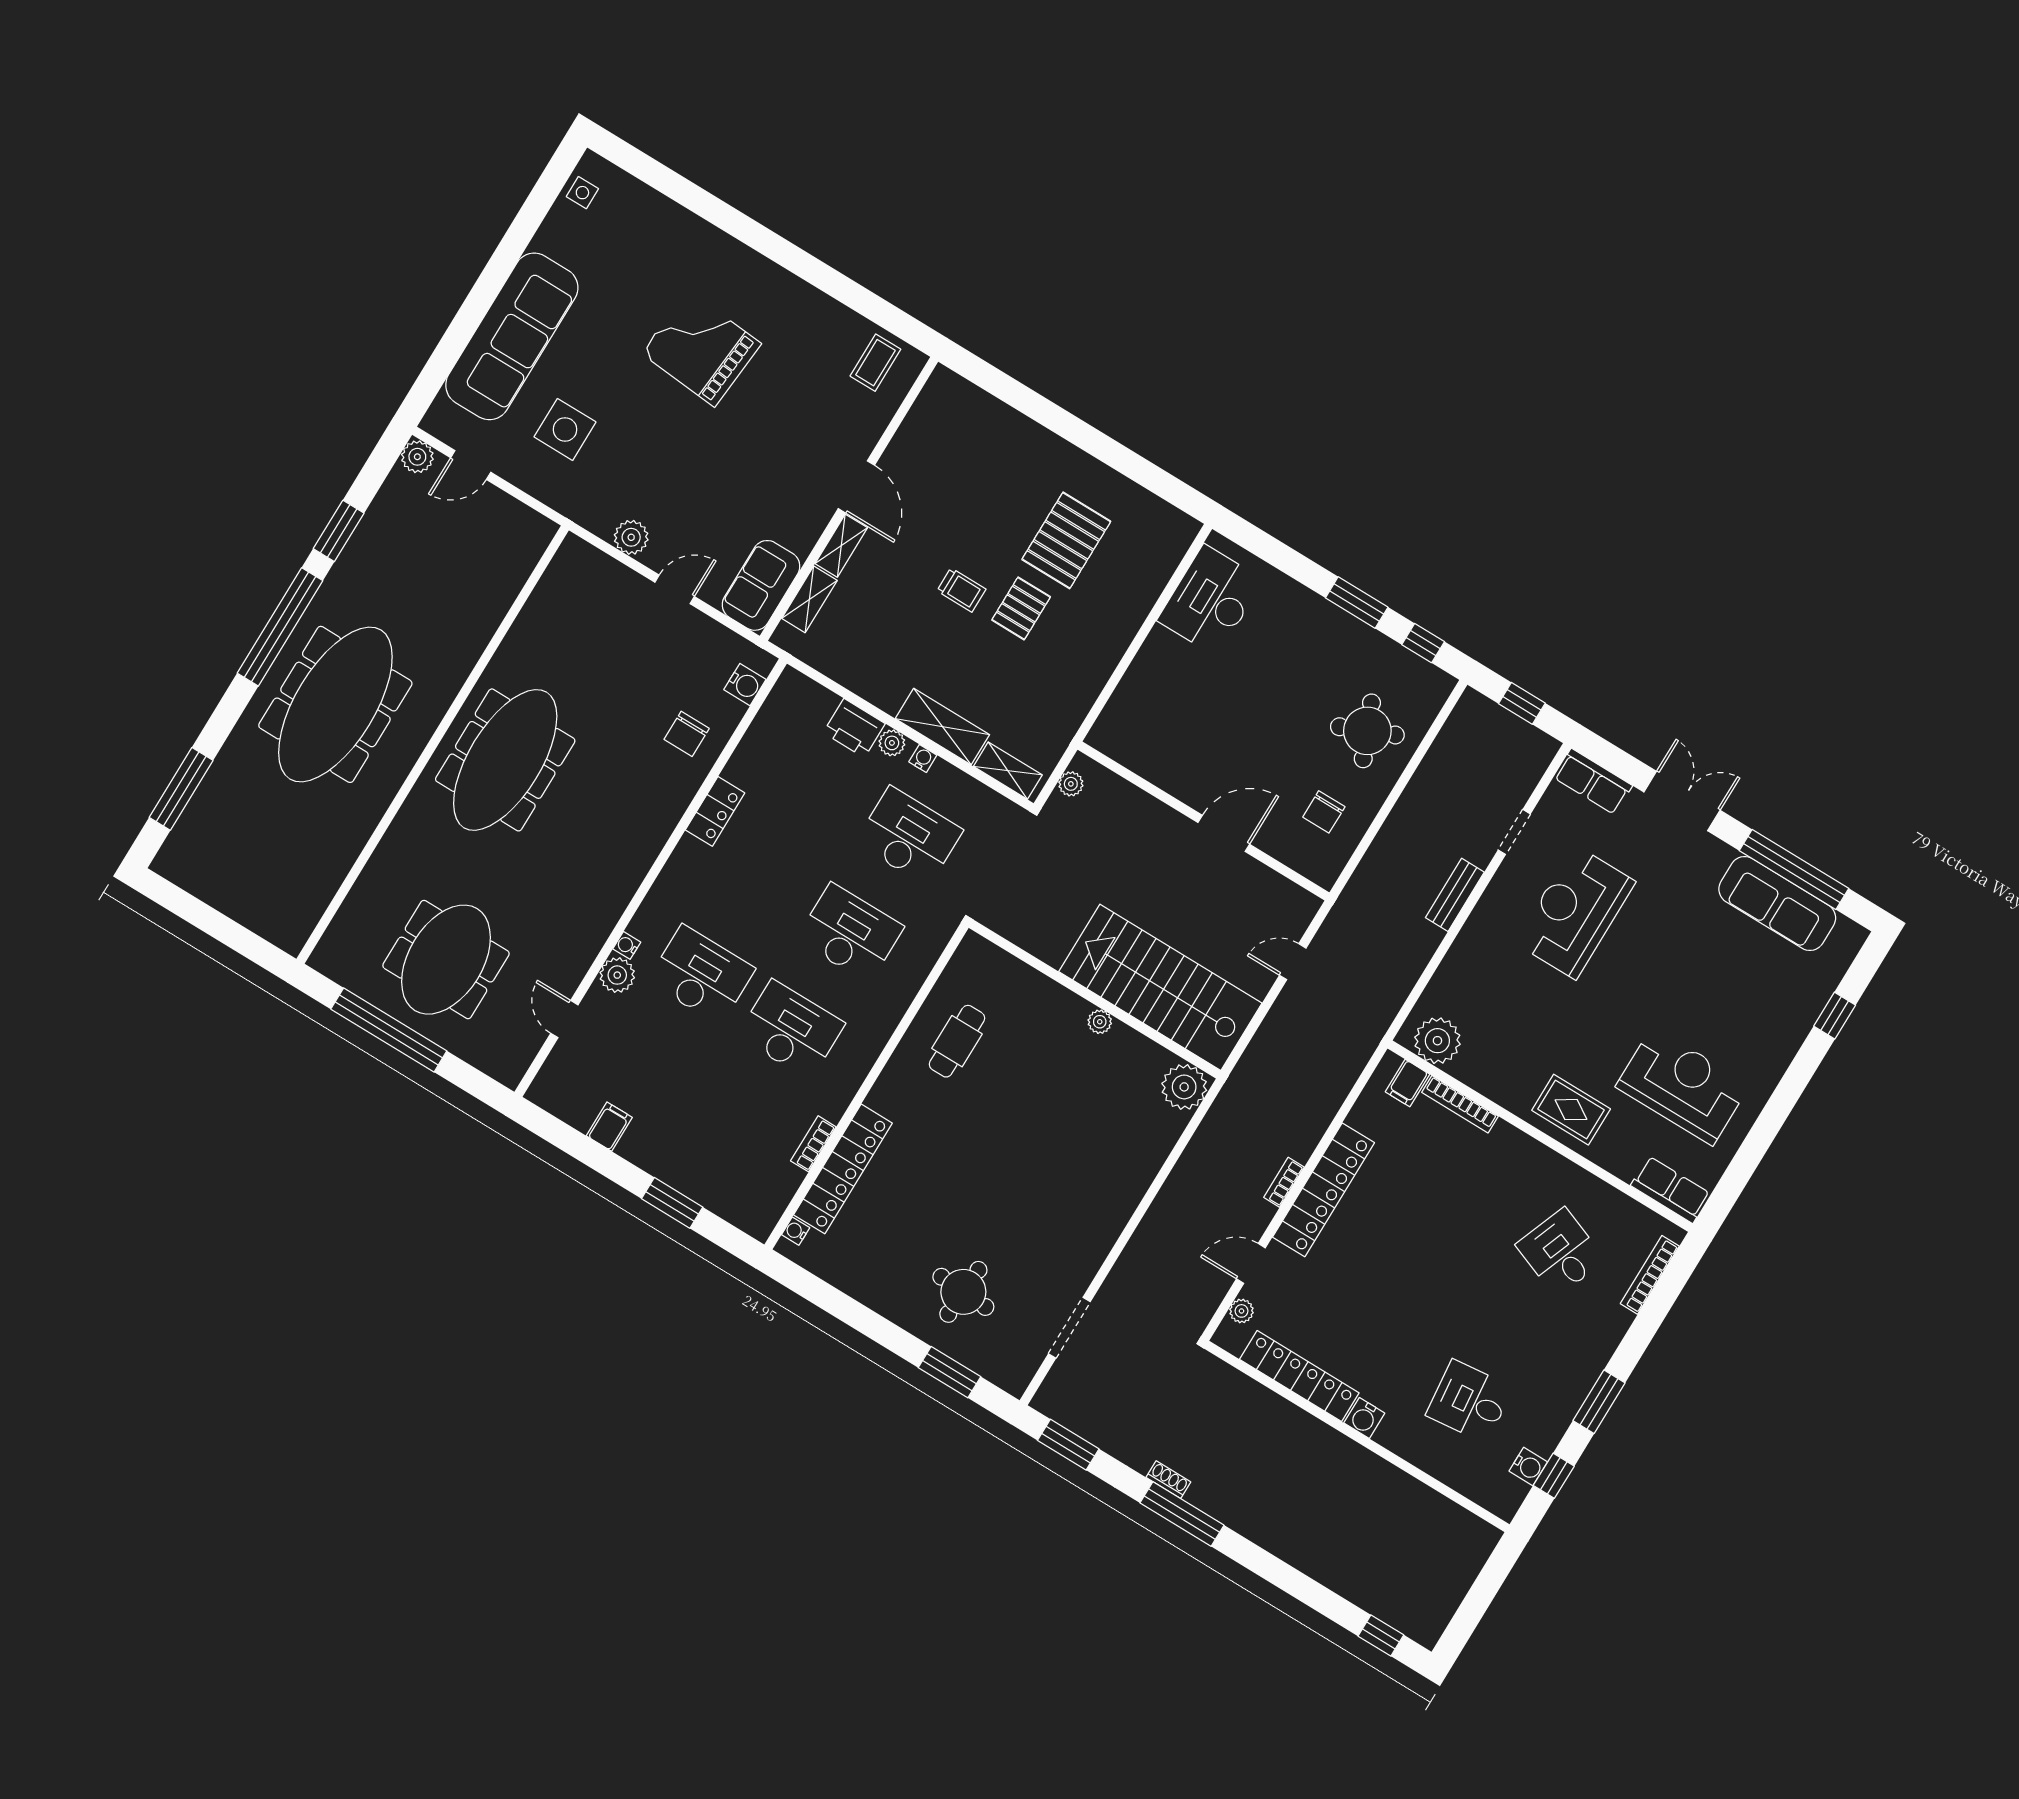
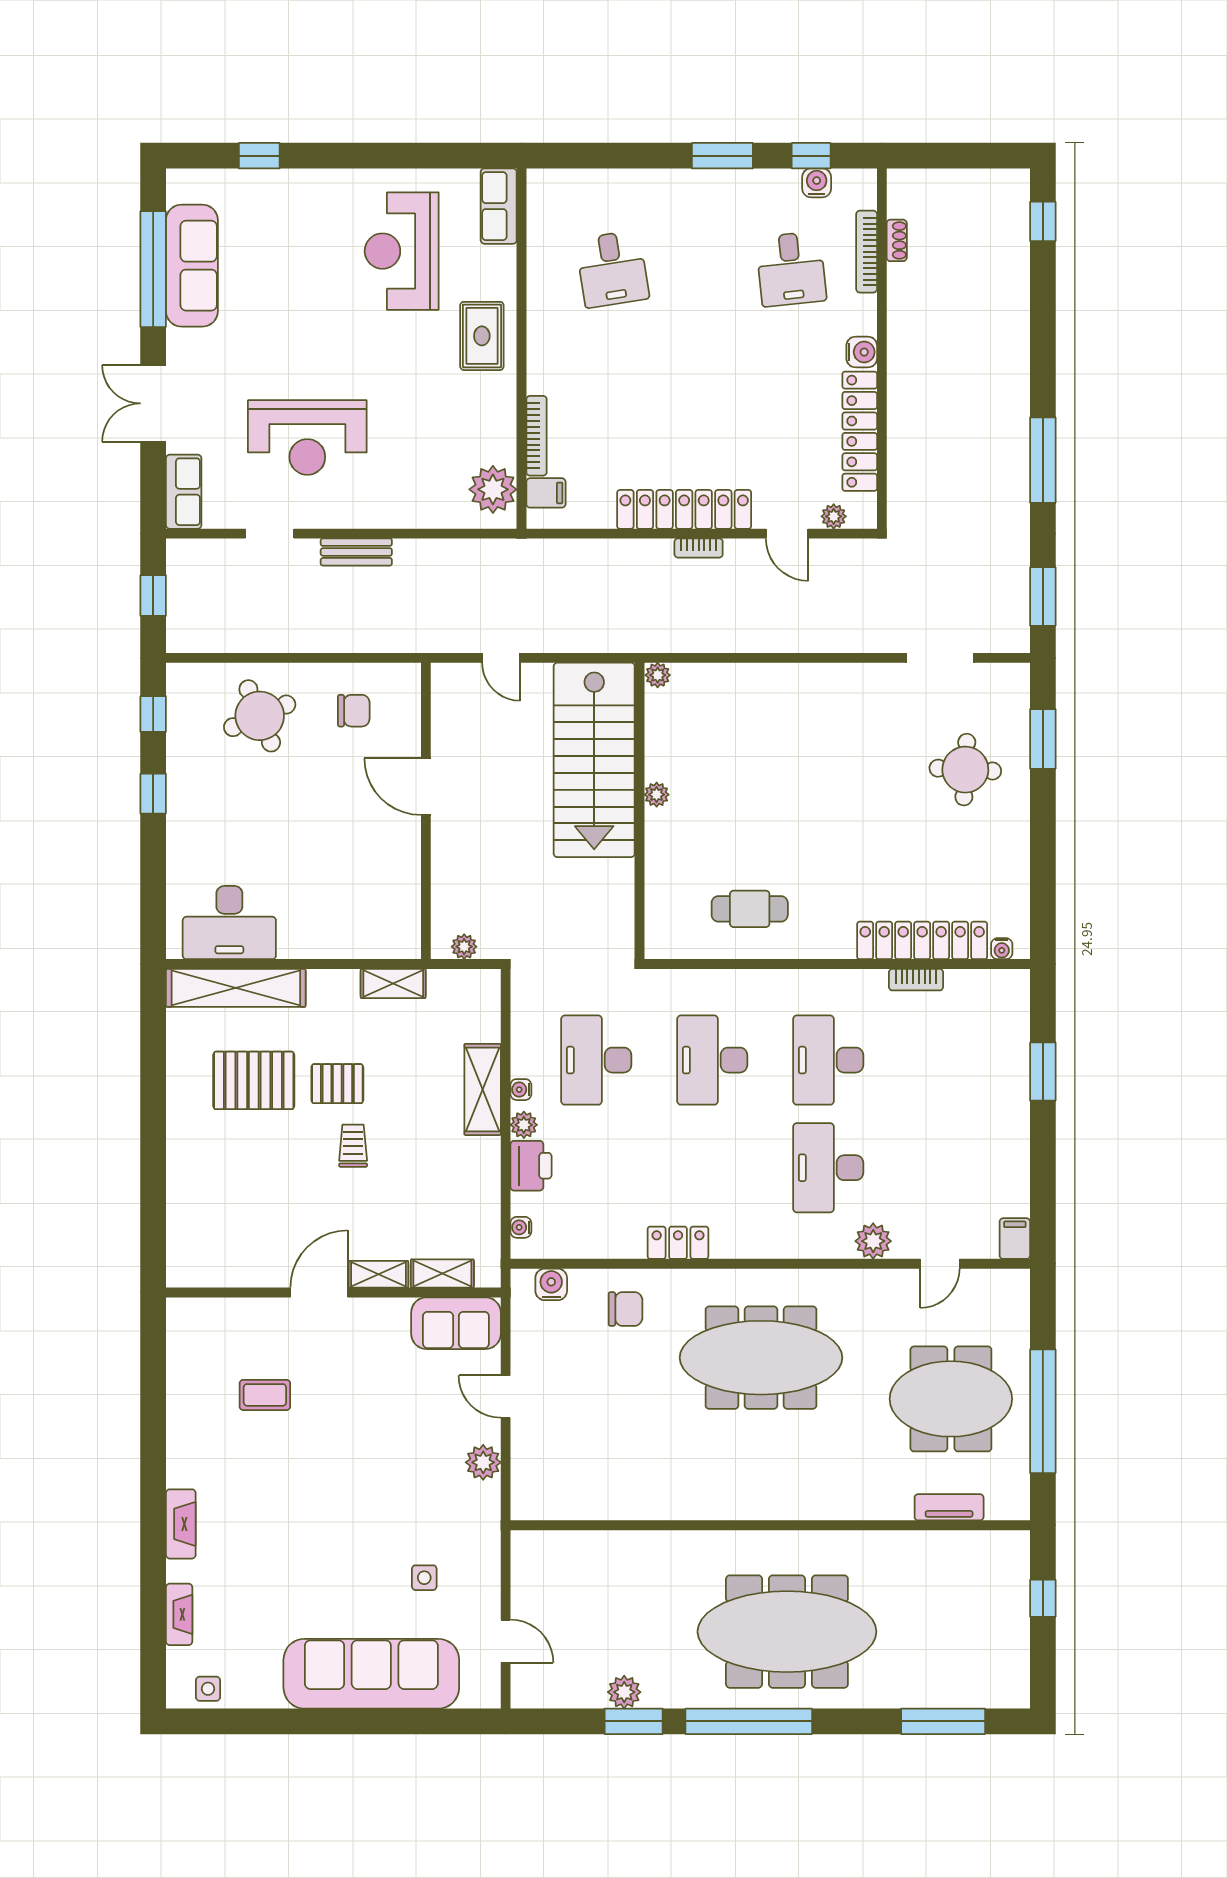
fireplace: (659, 206) -> (179, 1614), added
fireplace: (734, 254) -> (181, 1524), added
grand piano: (701, 348) -> (281, 1502), removed
coffee table: (875, 363) -> (265, 1395), moved
side table: (565, 429) -> (424, 1578), width x0.54, depth x0.54
plant: (417, 457) -> (624, 1692), moved
shelving: (1153, 573) -> (236, 988), added
window: (1357, 603) -> (153, 794), width x0.67
meeting table: (505, 760) -> (761, 1358), moved
shelving: (1008, 771) -> (393, 983), moved, turned 90
tv unit: (357, 903) -> (949, 1507), added
window: (233, 935) -> (1043, 1598), added
water cooler: (627, 945) -> (521, 1227), moved, turned 90
plant: (1184, 1087) -> (658, 675), width x0.53, depth x0.53
filing cabinet: (609, 1127) -> (1015, 1239), moved, turned 90
desk: (1561, 1252) -> (612, 269), turned -30
bookcase: (1650, 1275) -> (867, 252), moved, turned 90
shoe rack: (1168, 1480) -> (897, 240), moved, turned 180

